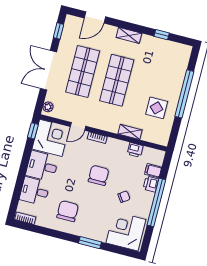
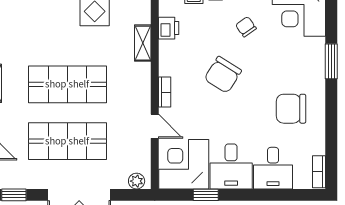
window: (33, 131) -> (206, 195), moved
chair: (99, 175) -> (223, 75), turned -58

